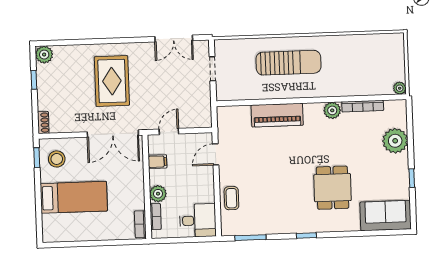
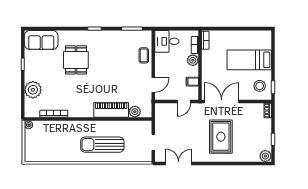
plant: (332, 110) -> (135, 112), moved

